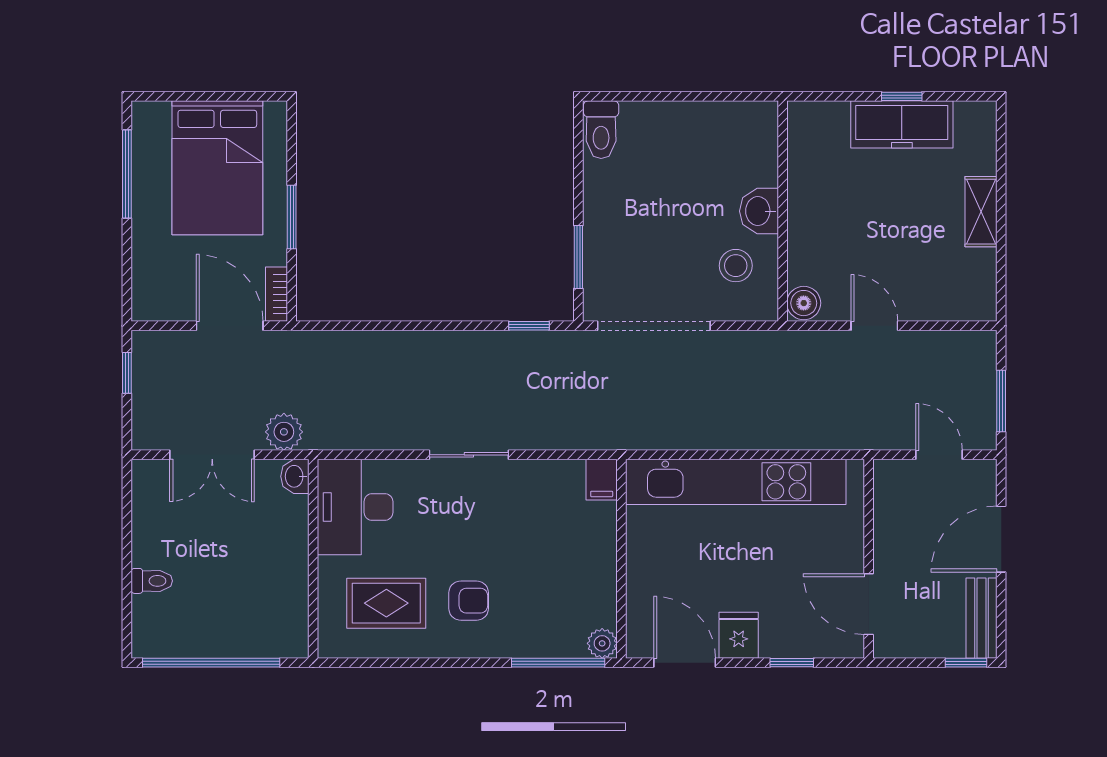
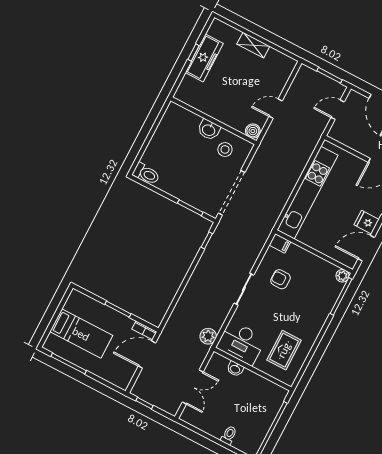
bed: (217, 168) -> (81, 334), width x0.67
plant: (284, 432) -> (208, 336), moved
washbasin: (295, 476) -> (235, 369), moved
armchair: (469, 601) -> (281, 279), moved, turned -90

